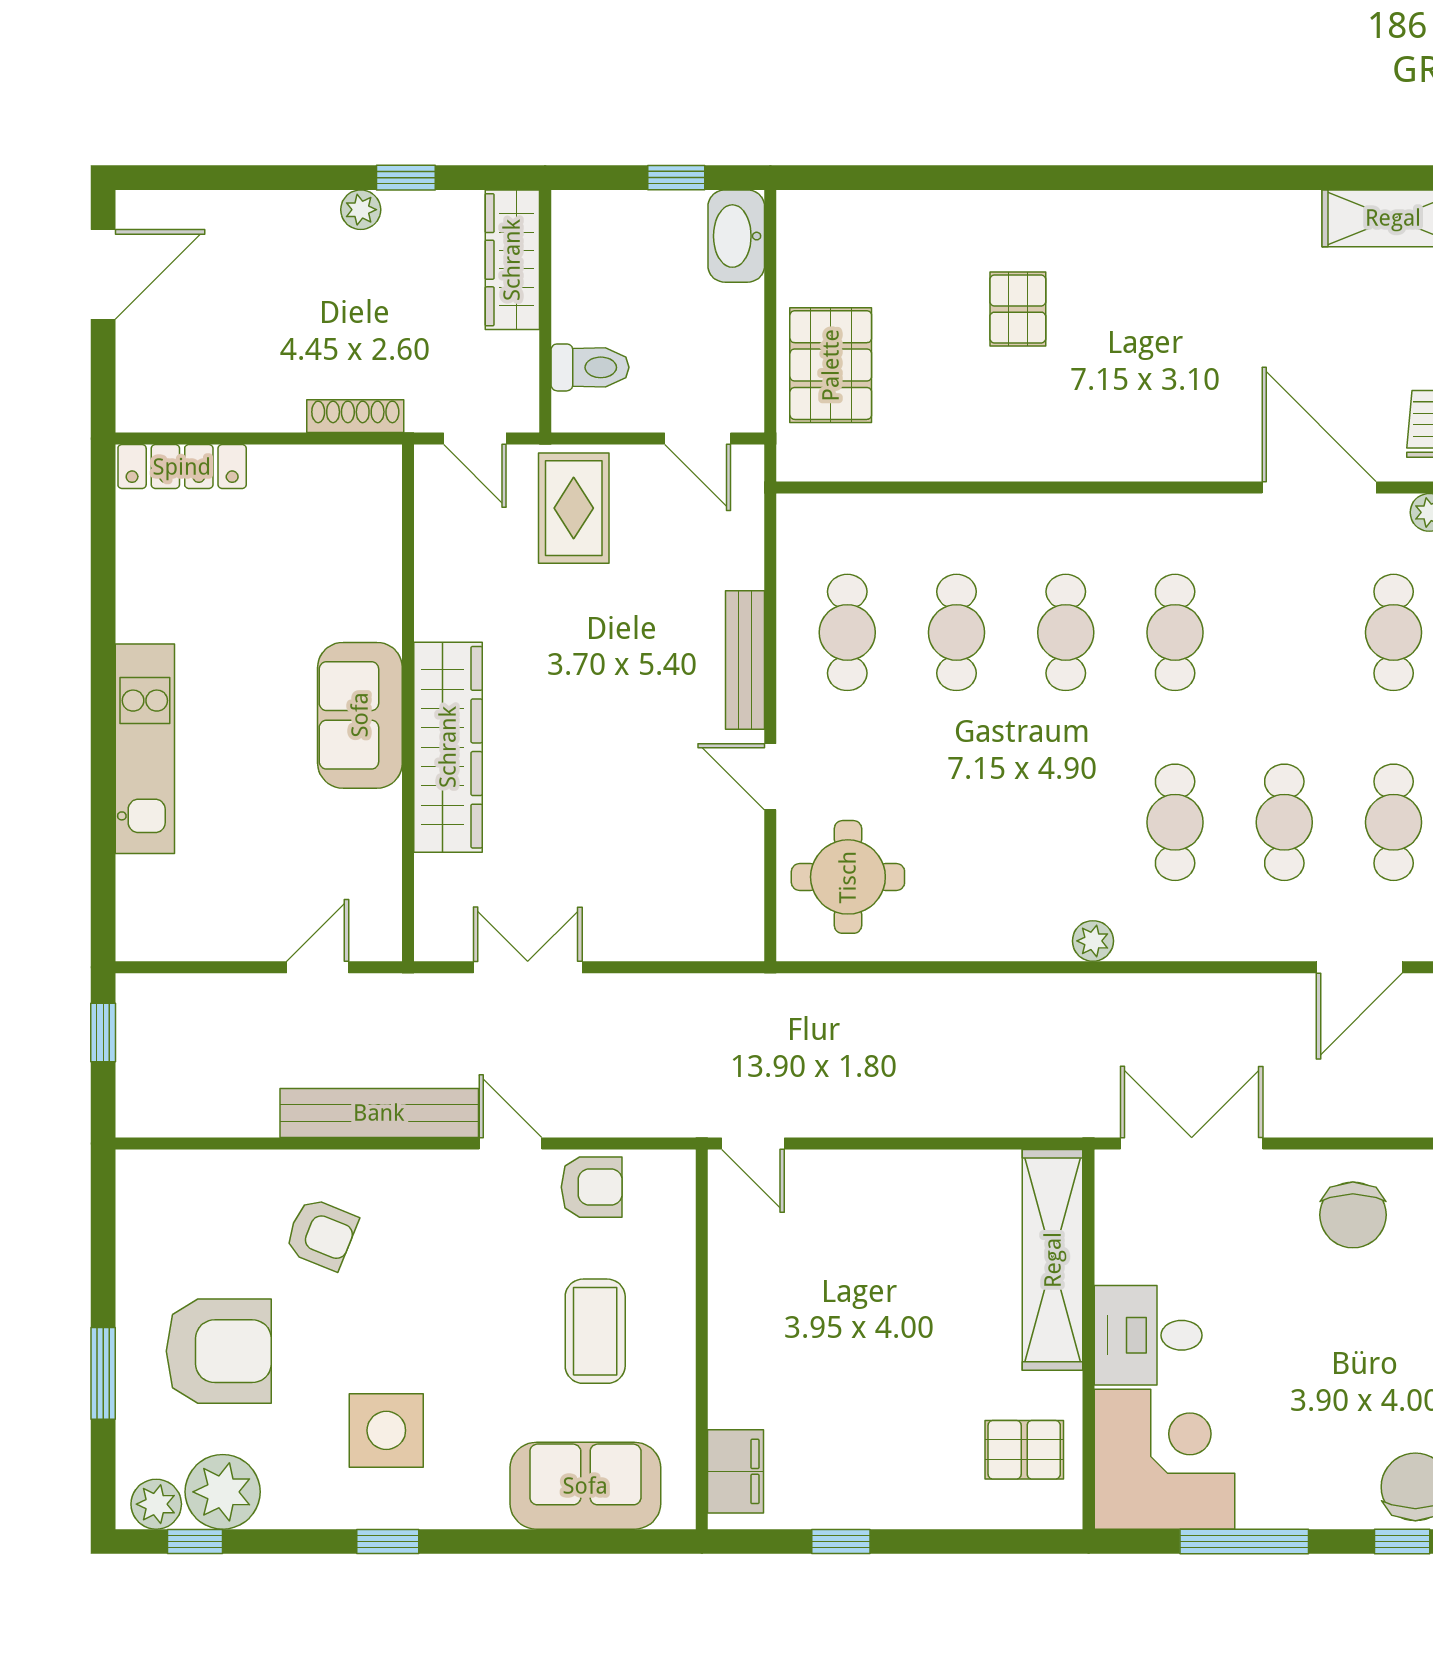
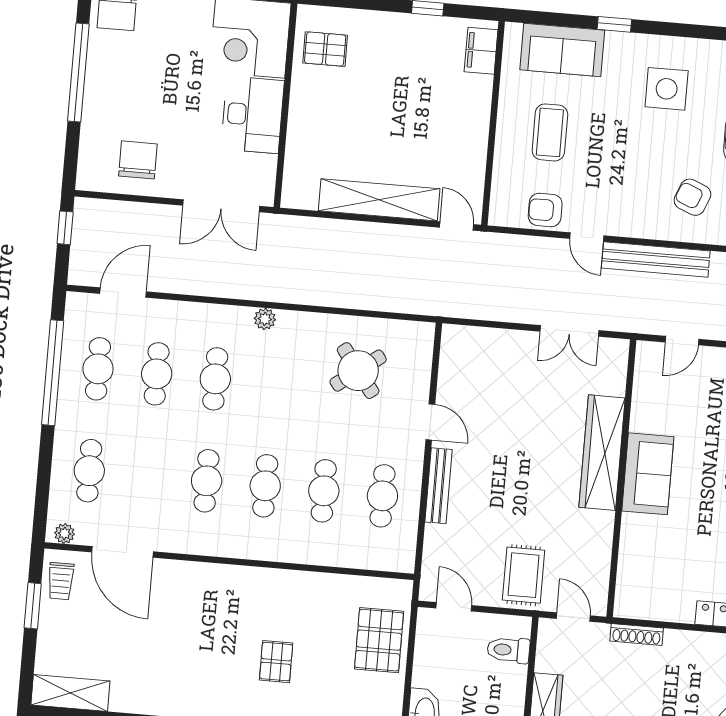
round table: (848, 877) -> (358, 371), moved, turned -37
shelving: (1053, 1260) -> (379, 200), moved, turned 90
desk: (1148, 1335) -> (252, 115), width x1.37
window: (388, 1542) -> (614, 24), moved

